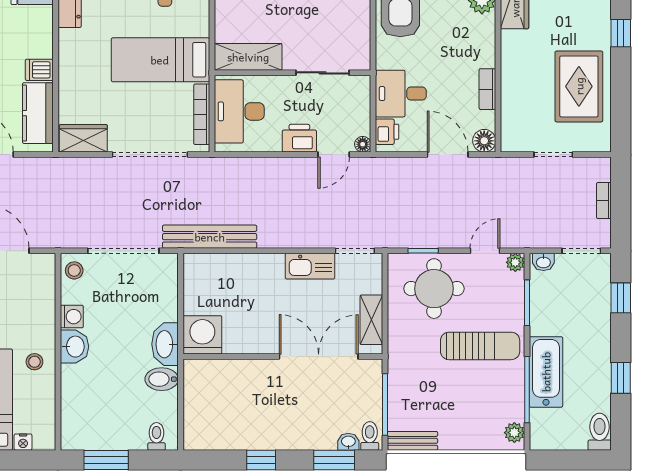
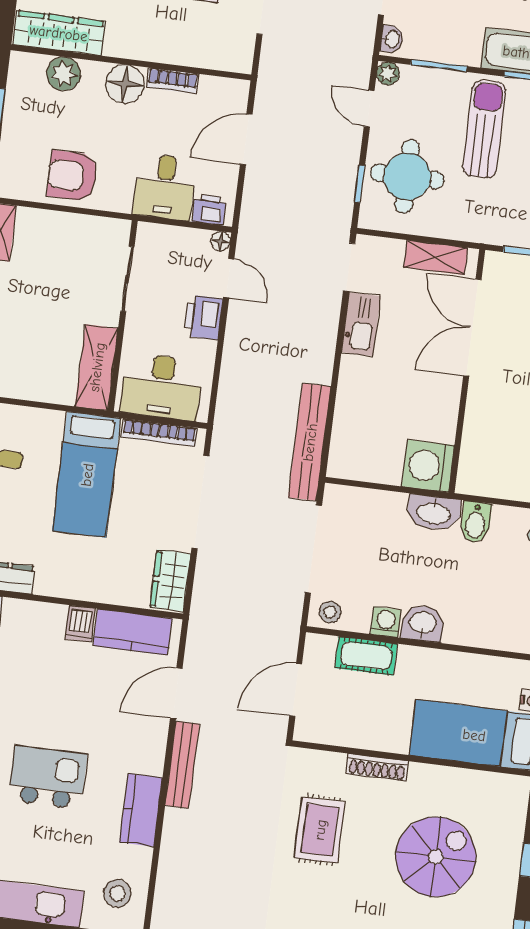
floor lamp: (484, 141) -> (125, 84), moved, width x1.38, depth x1.38
cot: (42, 304) -> (366, 656), added
stool: (34, 362) -> (435, 674), removed

